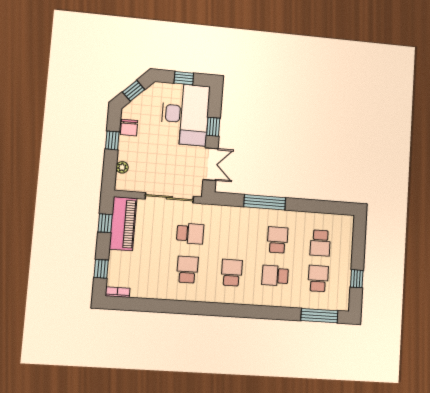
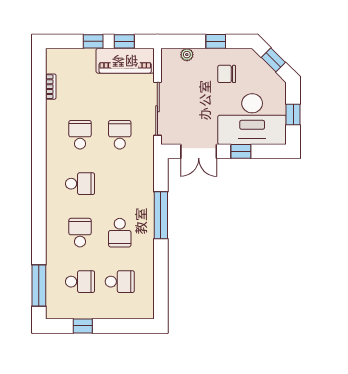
chair: (129, 128) -> (227, 74), moved
school desk: (190, 234) -> (120, 135), turned 180
school desk: (277, 240) -> (120, 233), turned 90
school desk: (320, 243) -> (120, 282), turned 180
window: (101, 269) -> (93, 41), moved
school desk: (187, 270) -> (80, 135), turned -90
bookcase: (118, 292) -> (51, 87), moved

